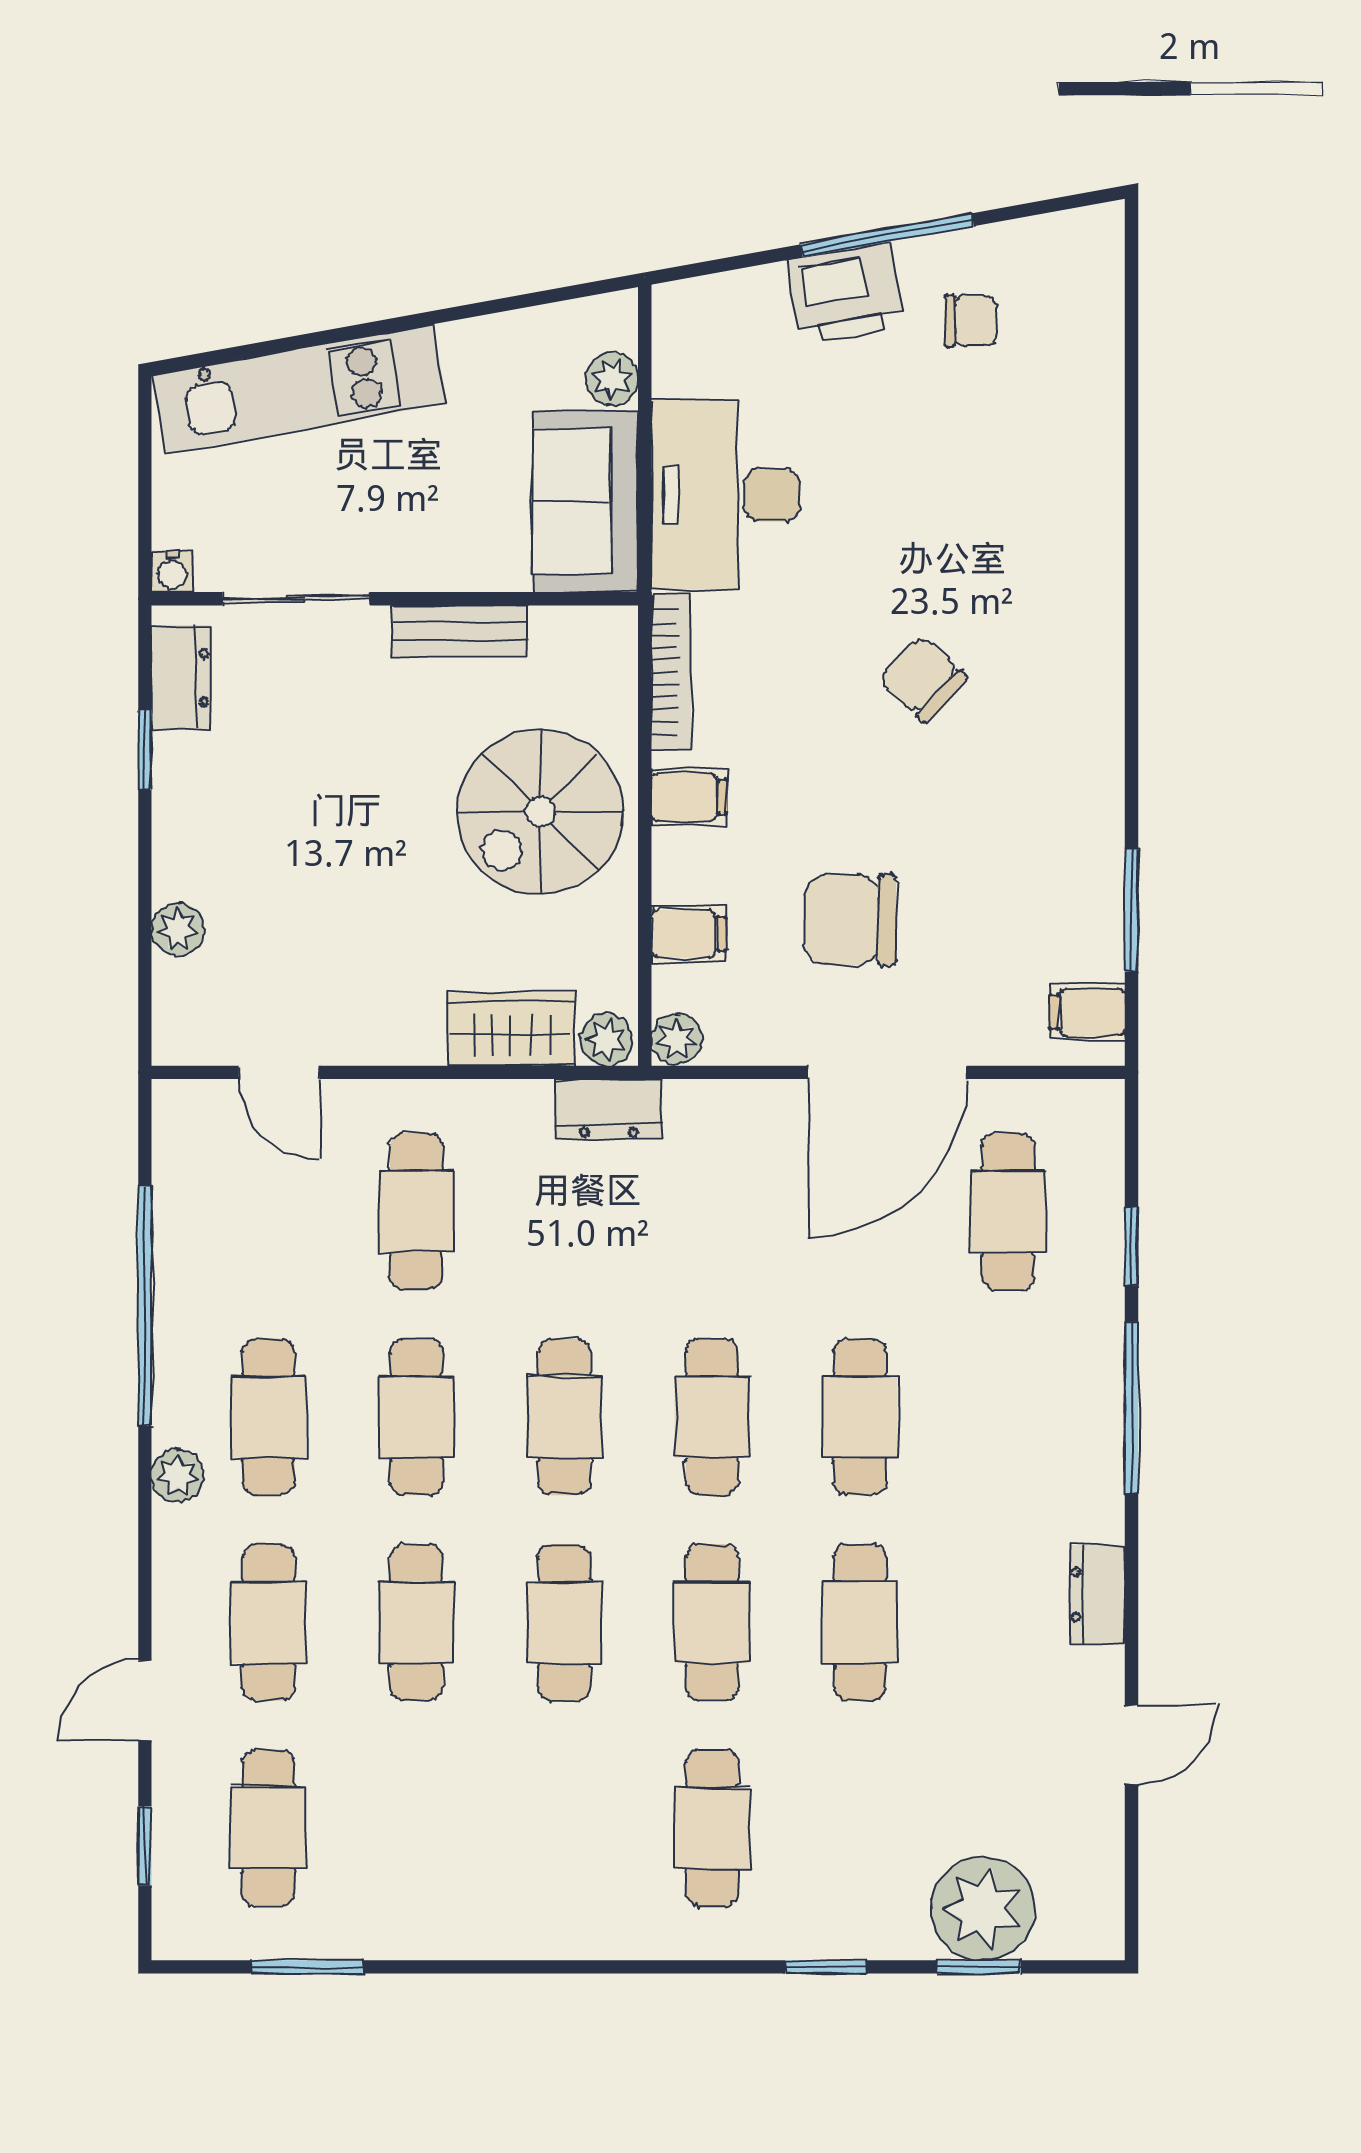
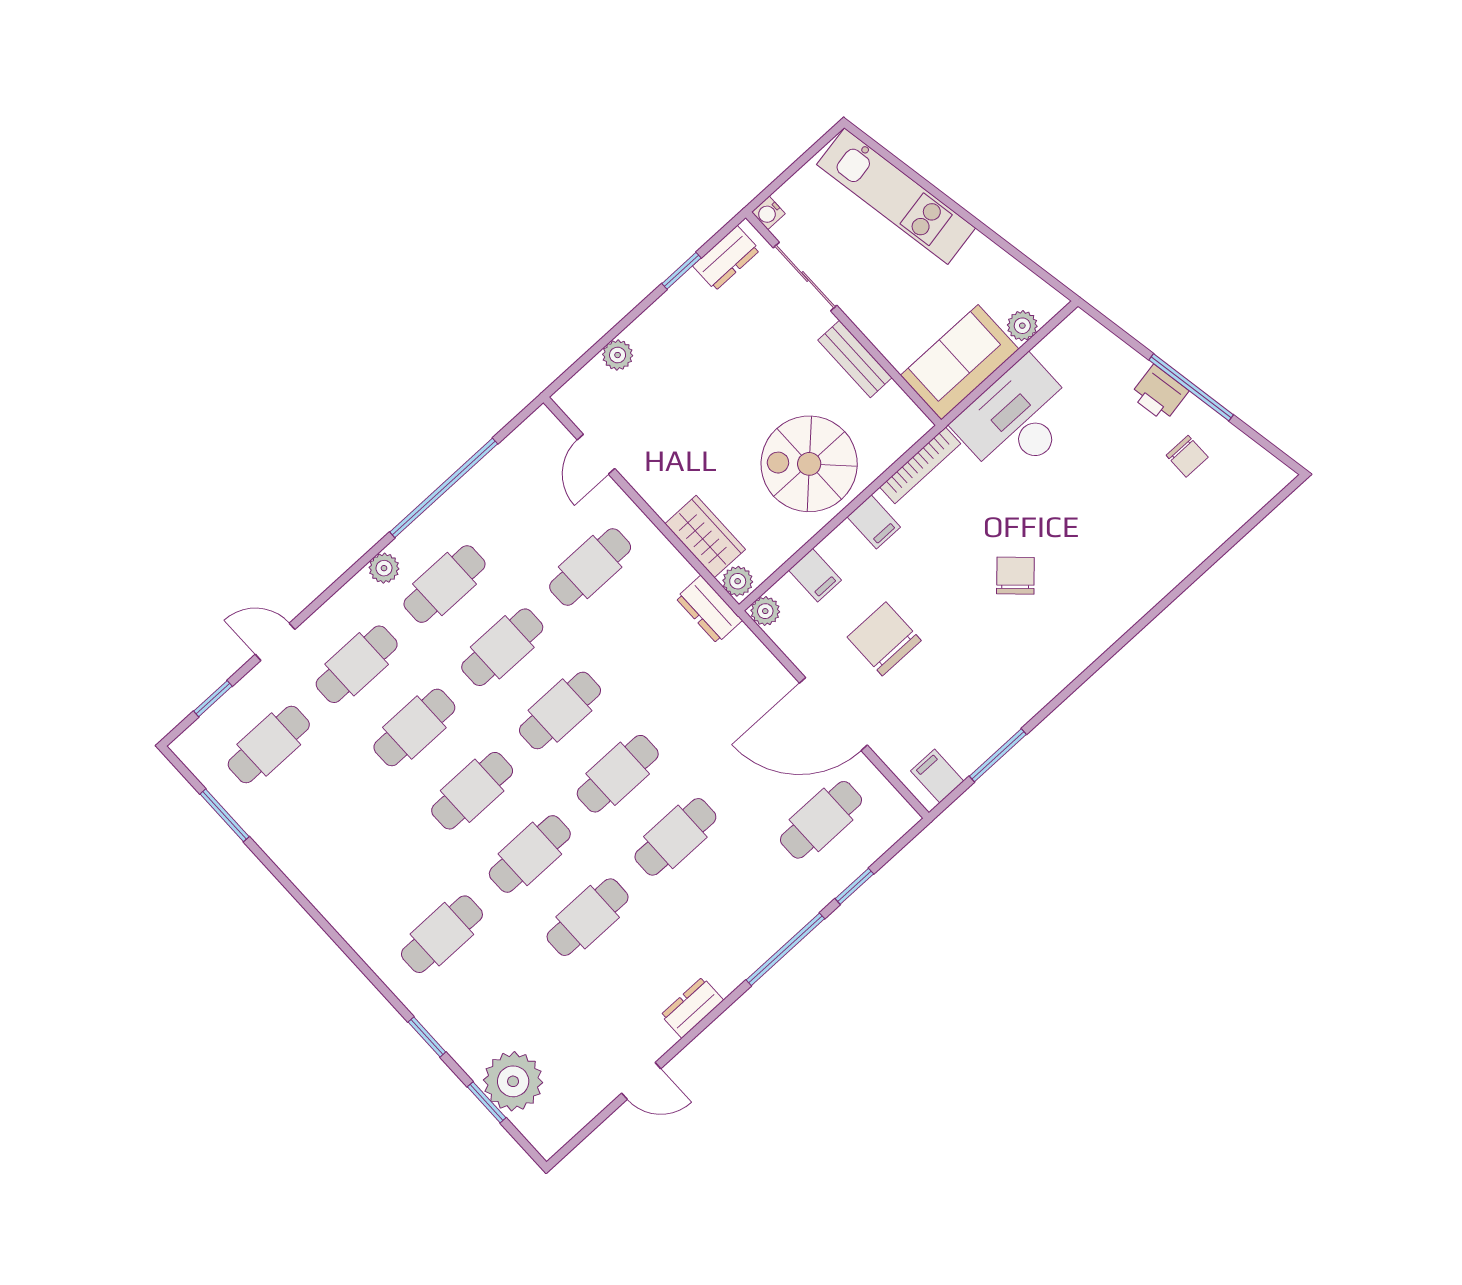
printer: (845, 294) -> (1159, 393), width x0.73, depth x0.81

